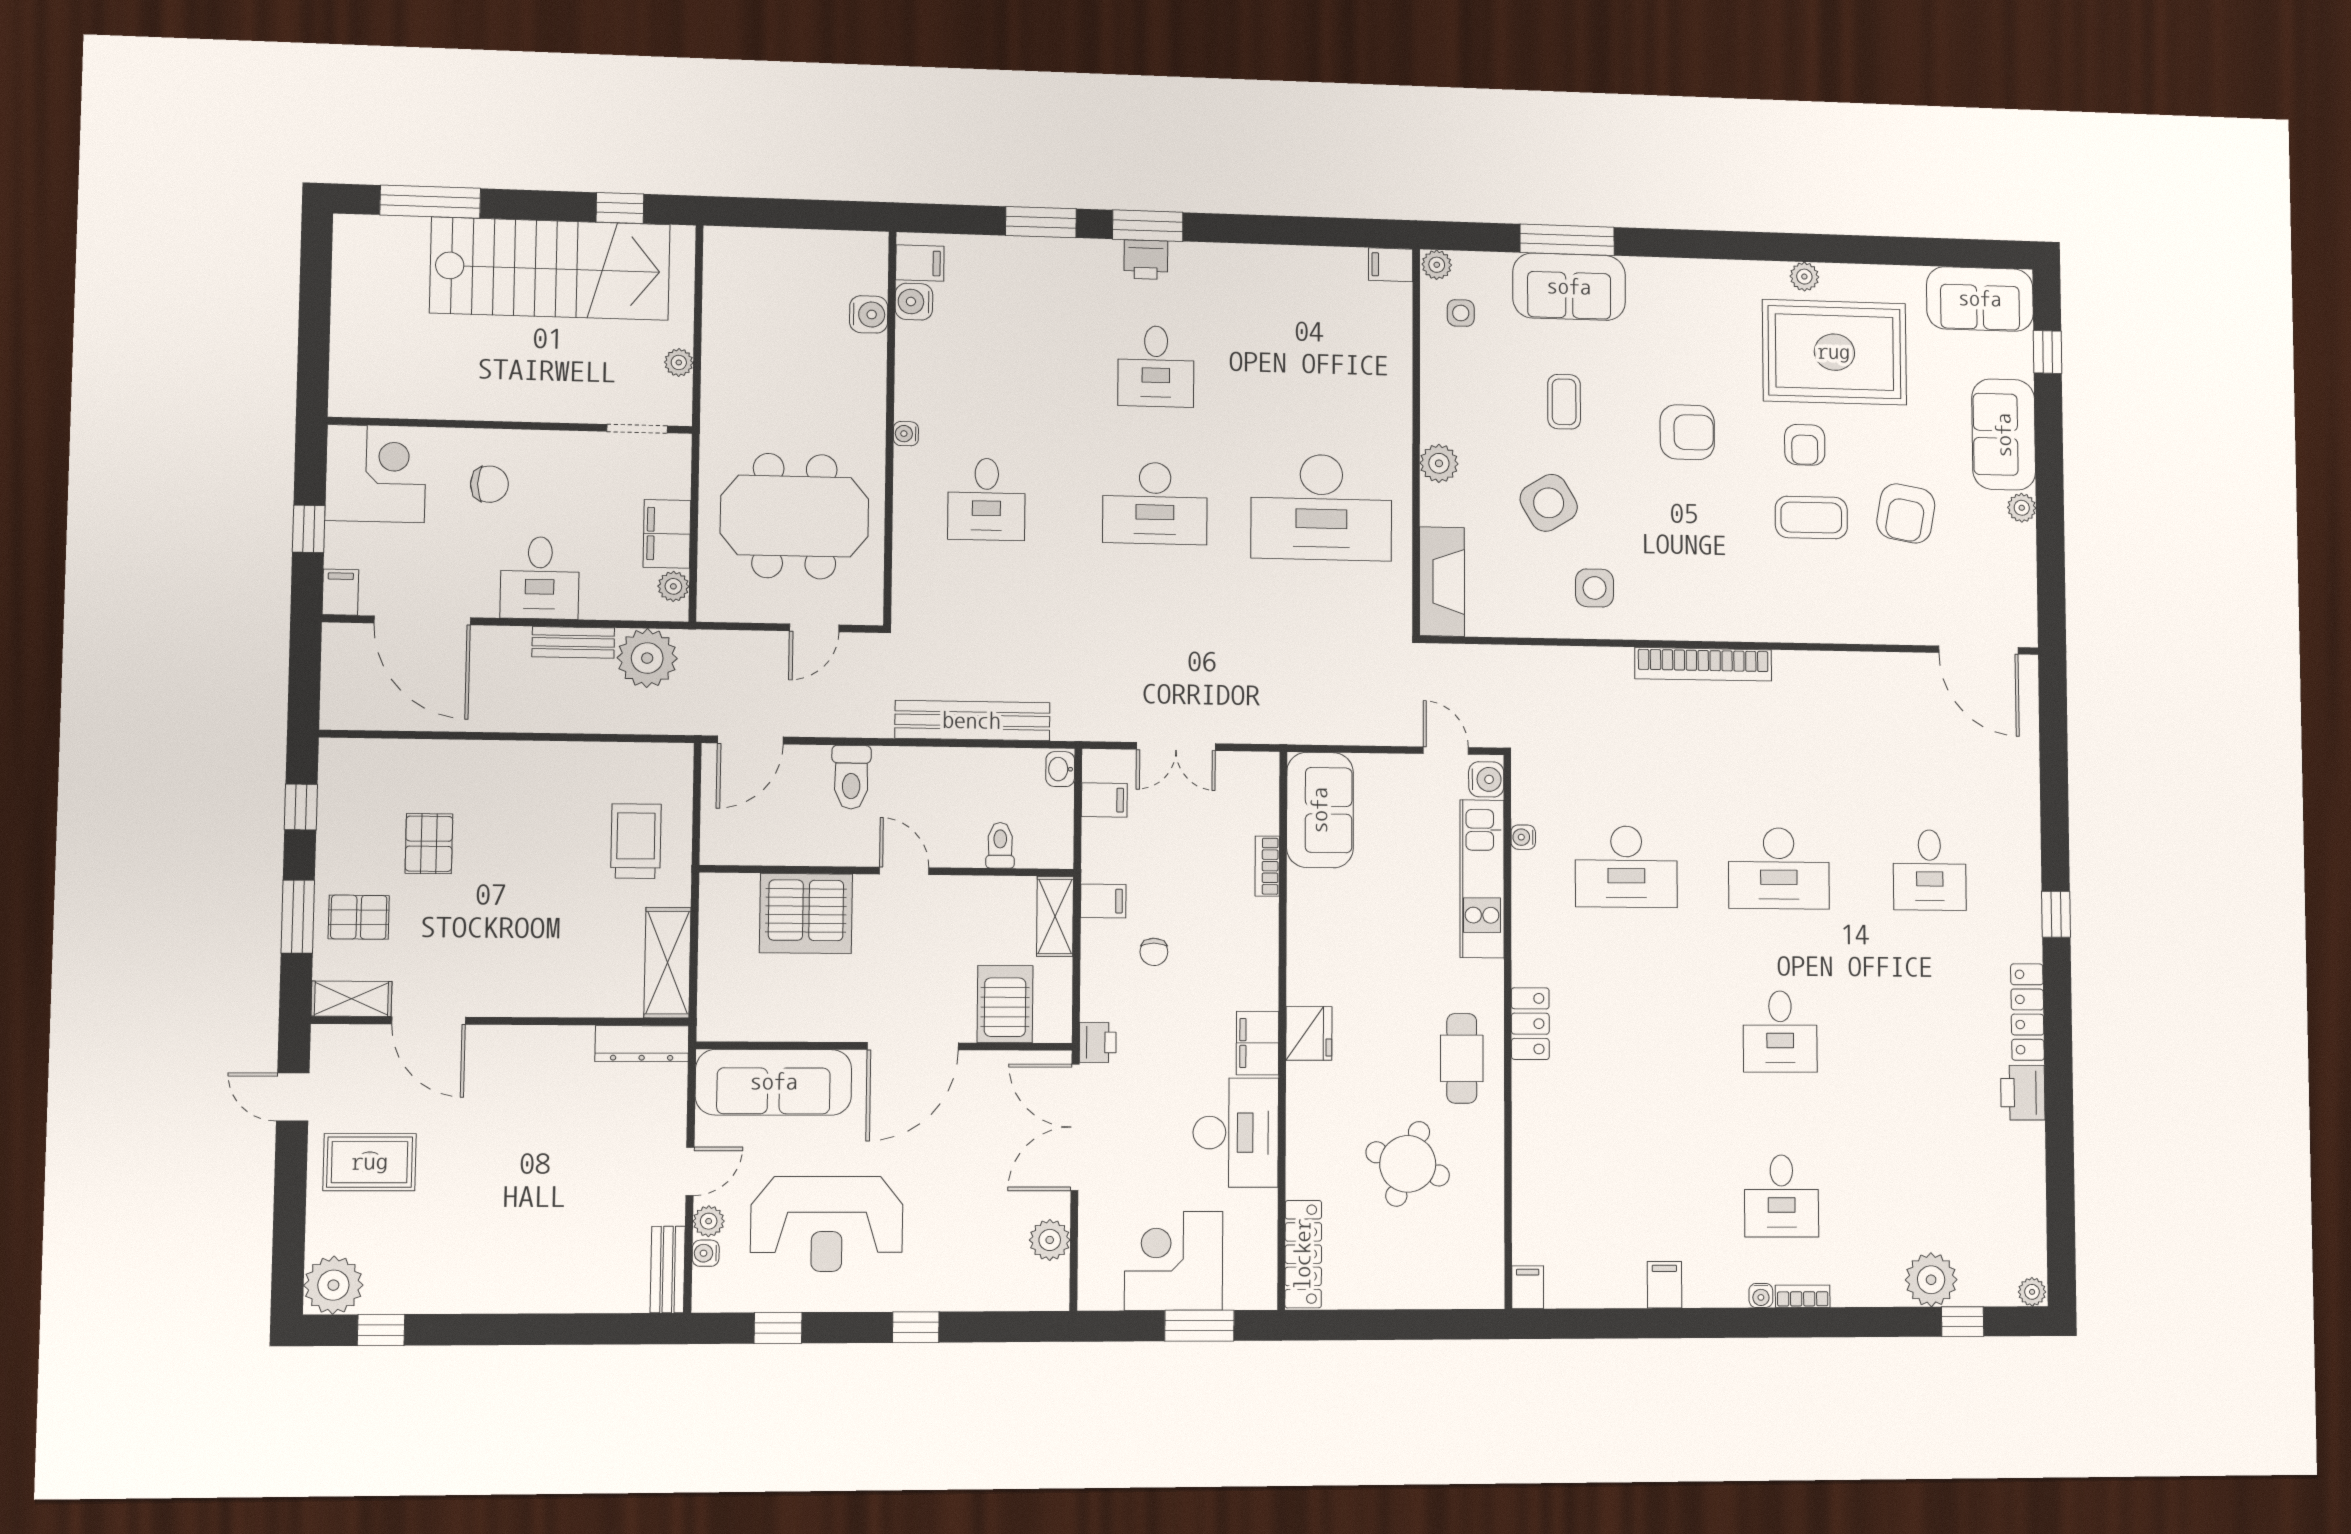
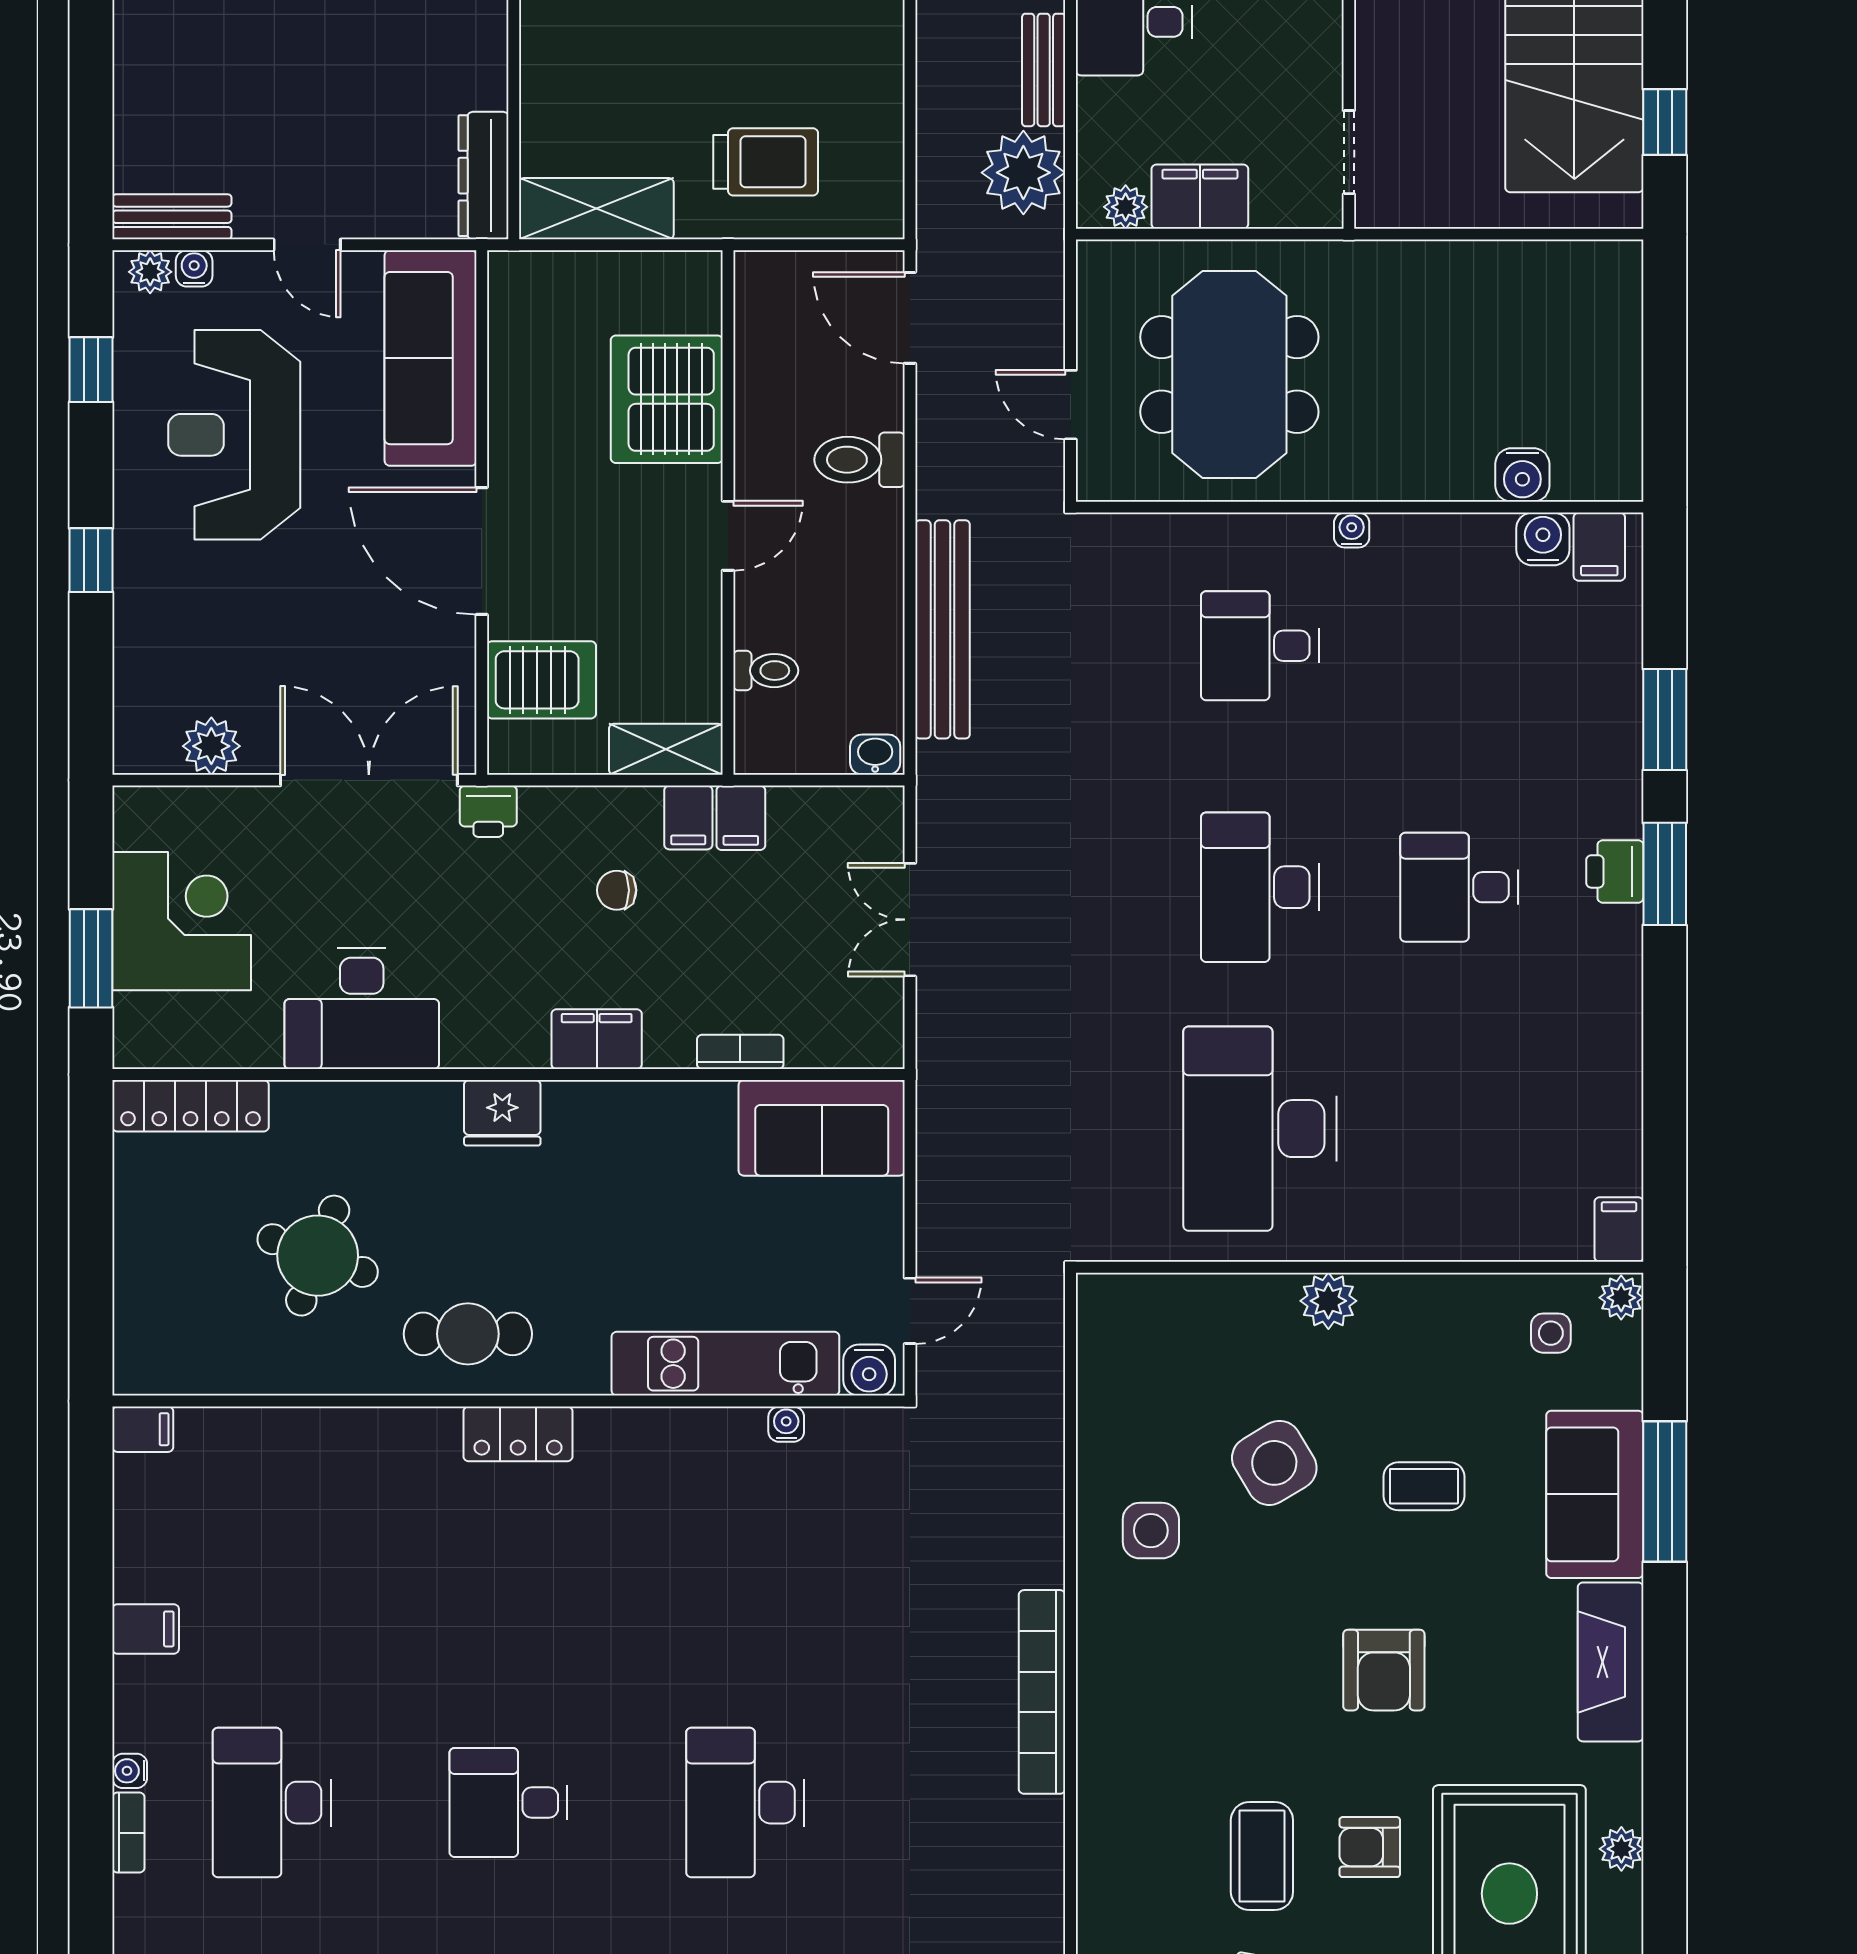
plant: (679, 362) -> (1445, 209), removed
fireplace: (1442, 582) -> (1611, 1662), moved, turned 90
filing cabinet: (1104, 800) -> (741, 818), moved
desk: (1626, 867) -> (745, 1576), removed
filing cabinet: (1258, 1043) -> (597, 1039), moved
desk: (1782, 1196) -> (272, 1803), width x1.37
plant: (709, 1221) -> (150, 272), moved

